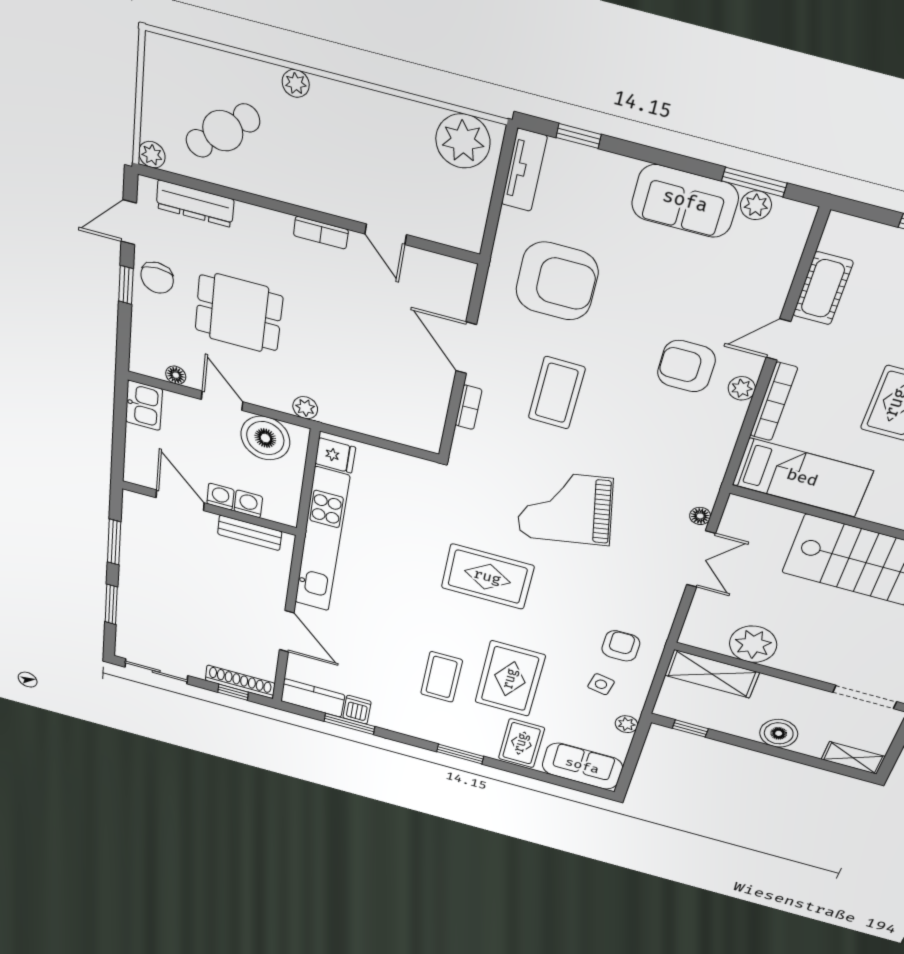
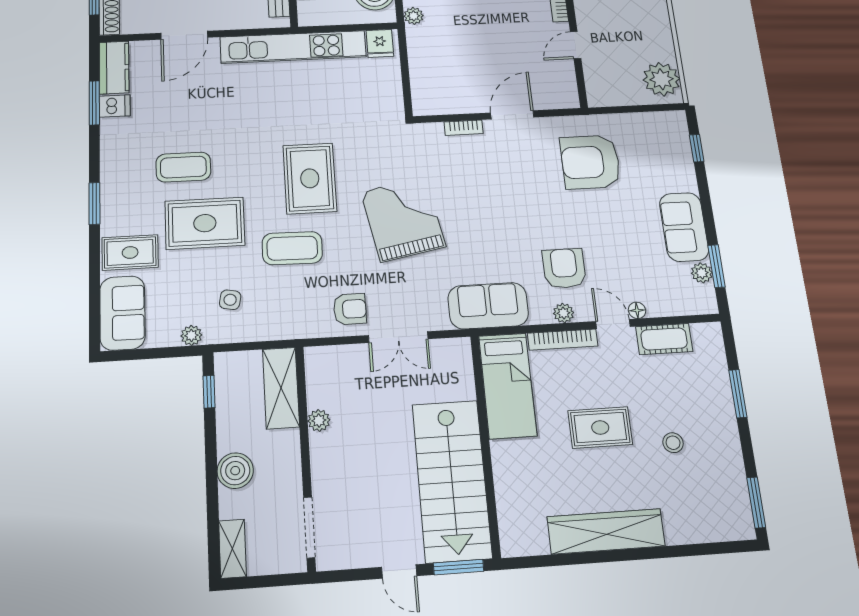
tv unit: (524, 170) -> (659, 121), removed
armchair: (557, 281) -> (590, 162), turned 90
coffee table: (557, 393) -> (292, 248), moved
sofa: (700, 462) -> (488, 306), added
floor lamp: (700, 516) -> (637, 310), moved
plant: (753, 644) -> (319, 420), width x0.53, depth x0.53
armchair: (621, 646) -> (350, 309), moved

